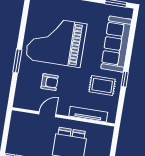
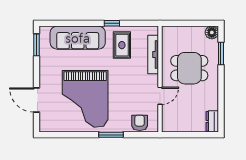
armchair: (50, 82) -> (140, 123), moved
door: (47, 114) -> (160, 96), swing flipped

